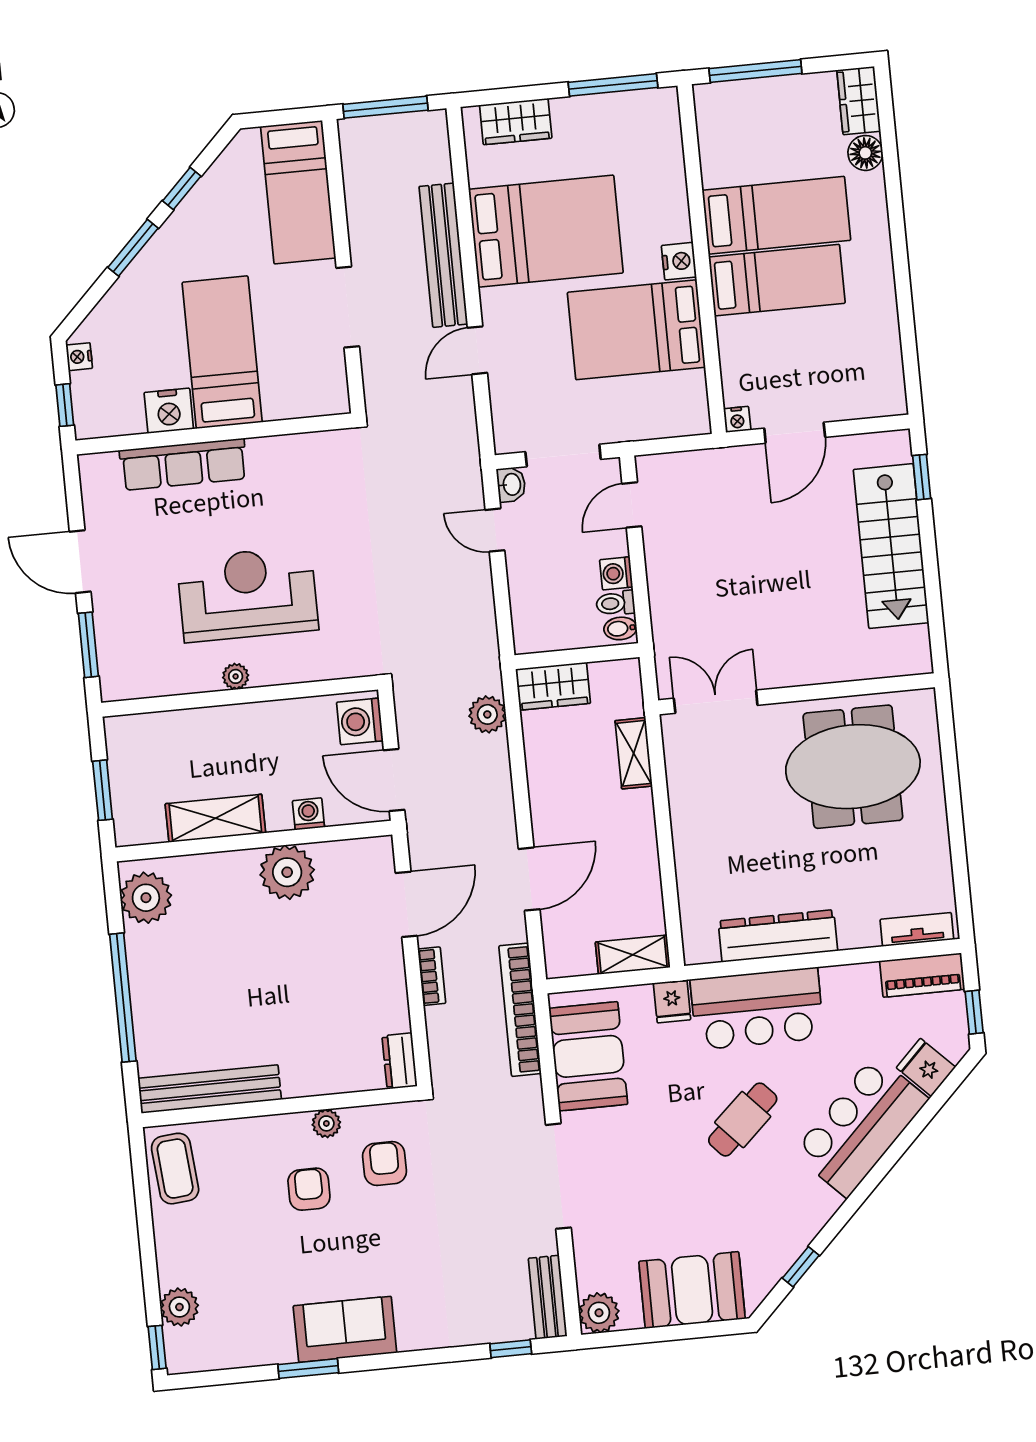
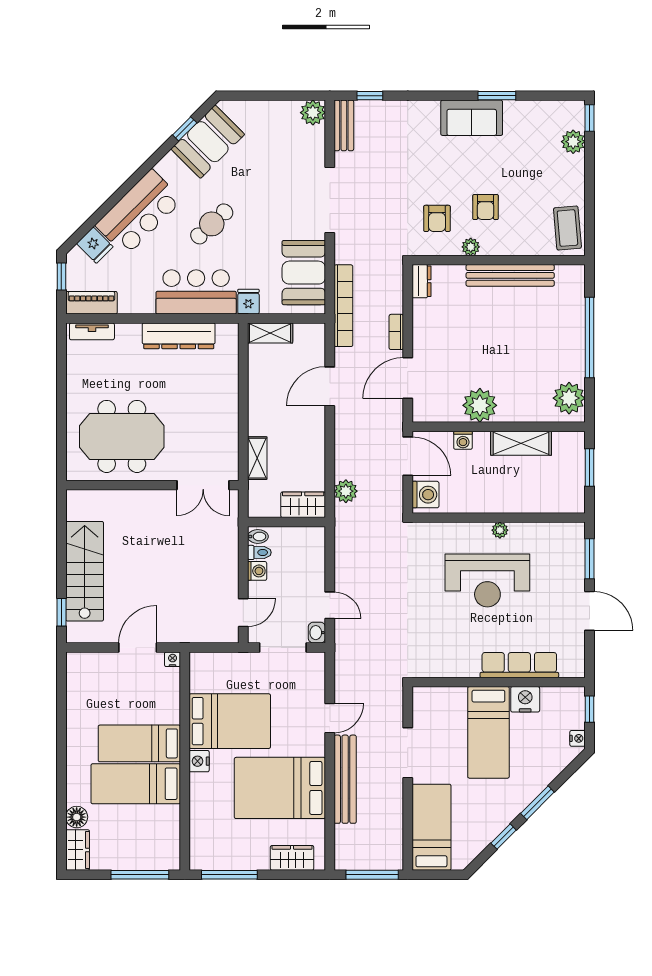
bench: (210, 1089) -> (510, 275), moved
booth: (692, 1290) -> (208, 142), moved, turned -45

